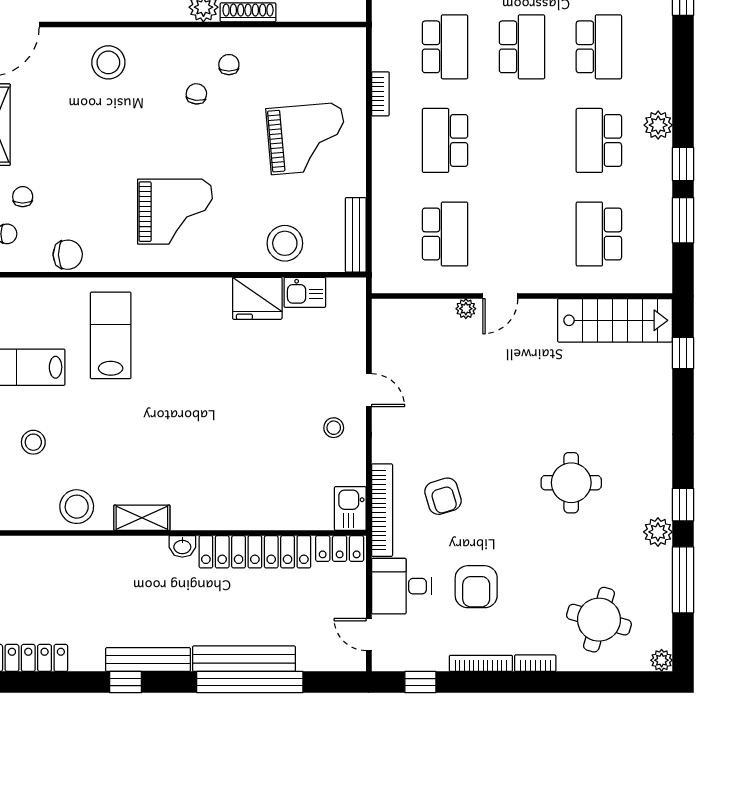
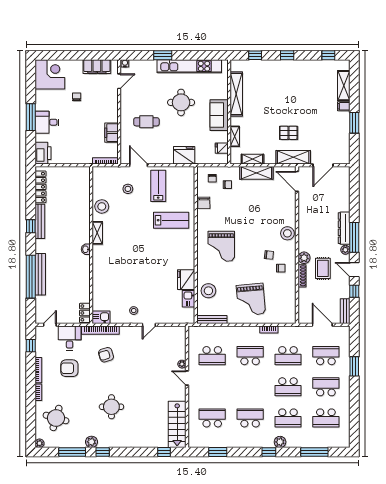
stool: (108, 62) -> (287, 233), moved
plant: (658, 125) -> (280, 442), moved
window: (683, 164) -> (269, 452), moved
locker: (255, 552) -> (83, 279), removed
bench: (148, 660) -> (40, 221), moved

